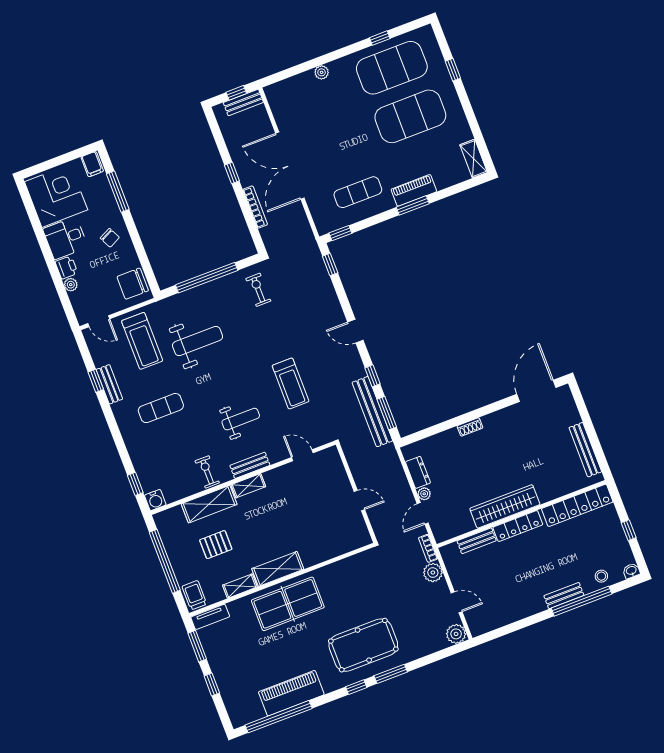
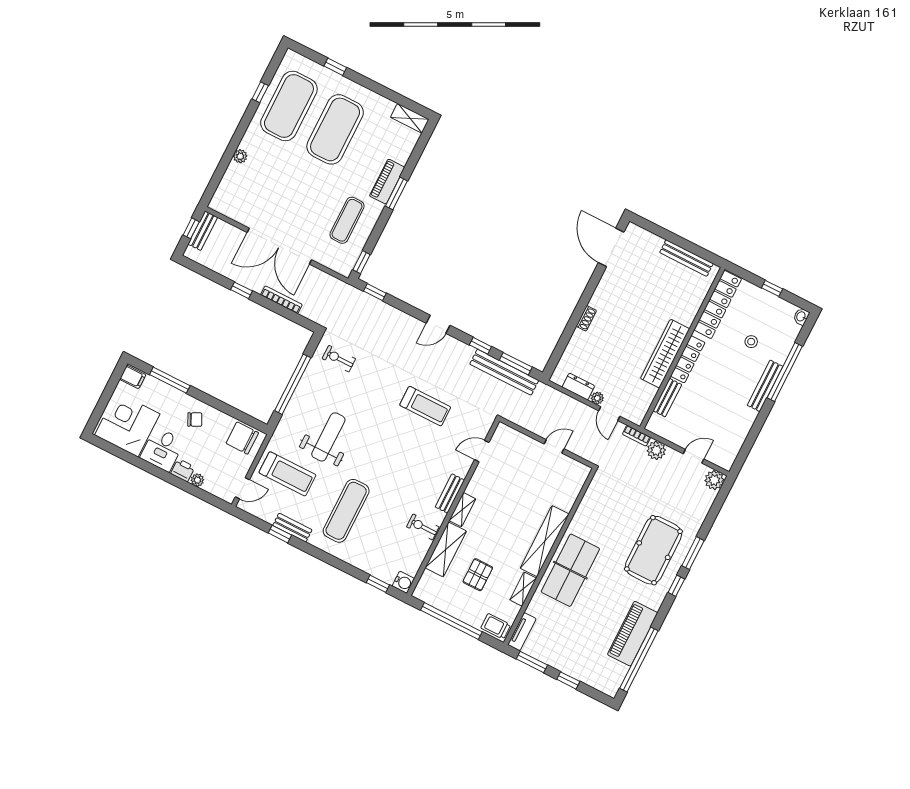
chair: (133, 284) -> (242, 438), turned 90
exercise mat: (161, 408) -> (346, 511), width x1.36, depth x1.45
weight bench: (241, 419) -> (412, 466), removed
shelving: (278, 569) -> (545, 541), width x1.47
stool: (601, 576) -> (751, 342), moved
bench: (564, 596) -> (765, 386), width x1.36

